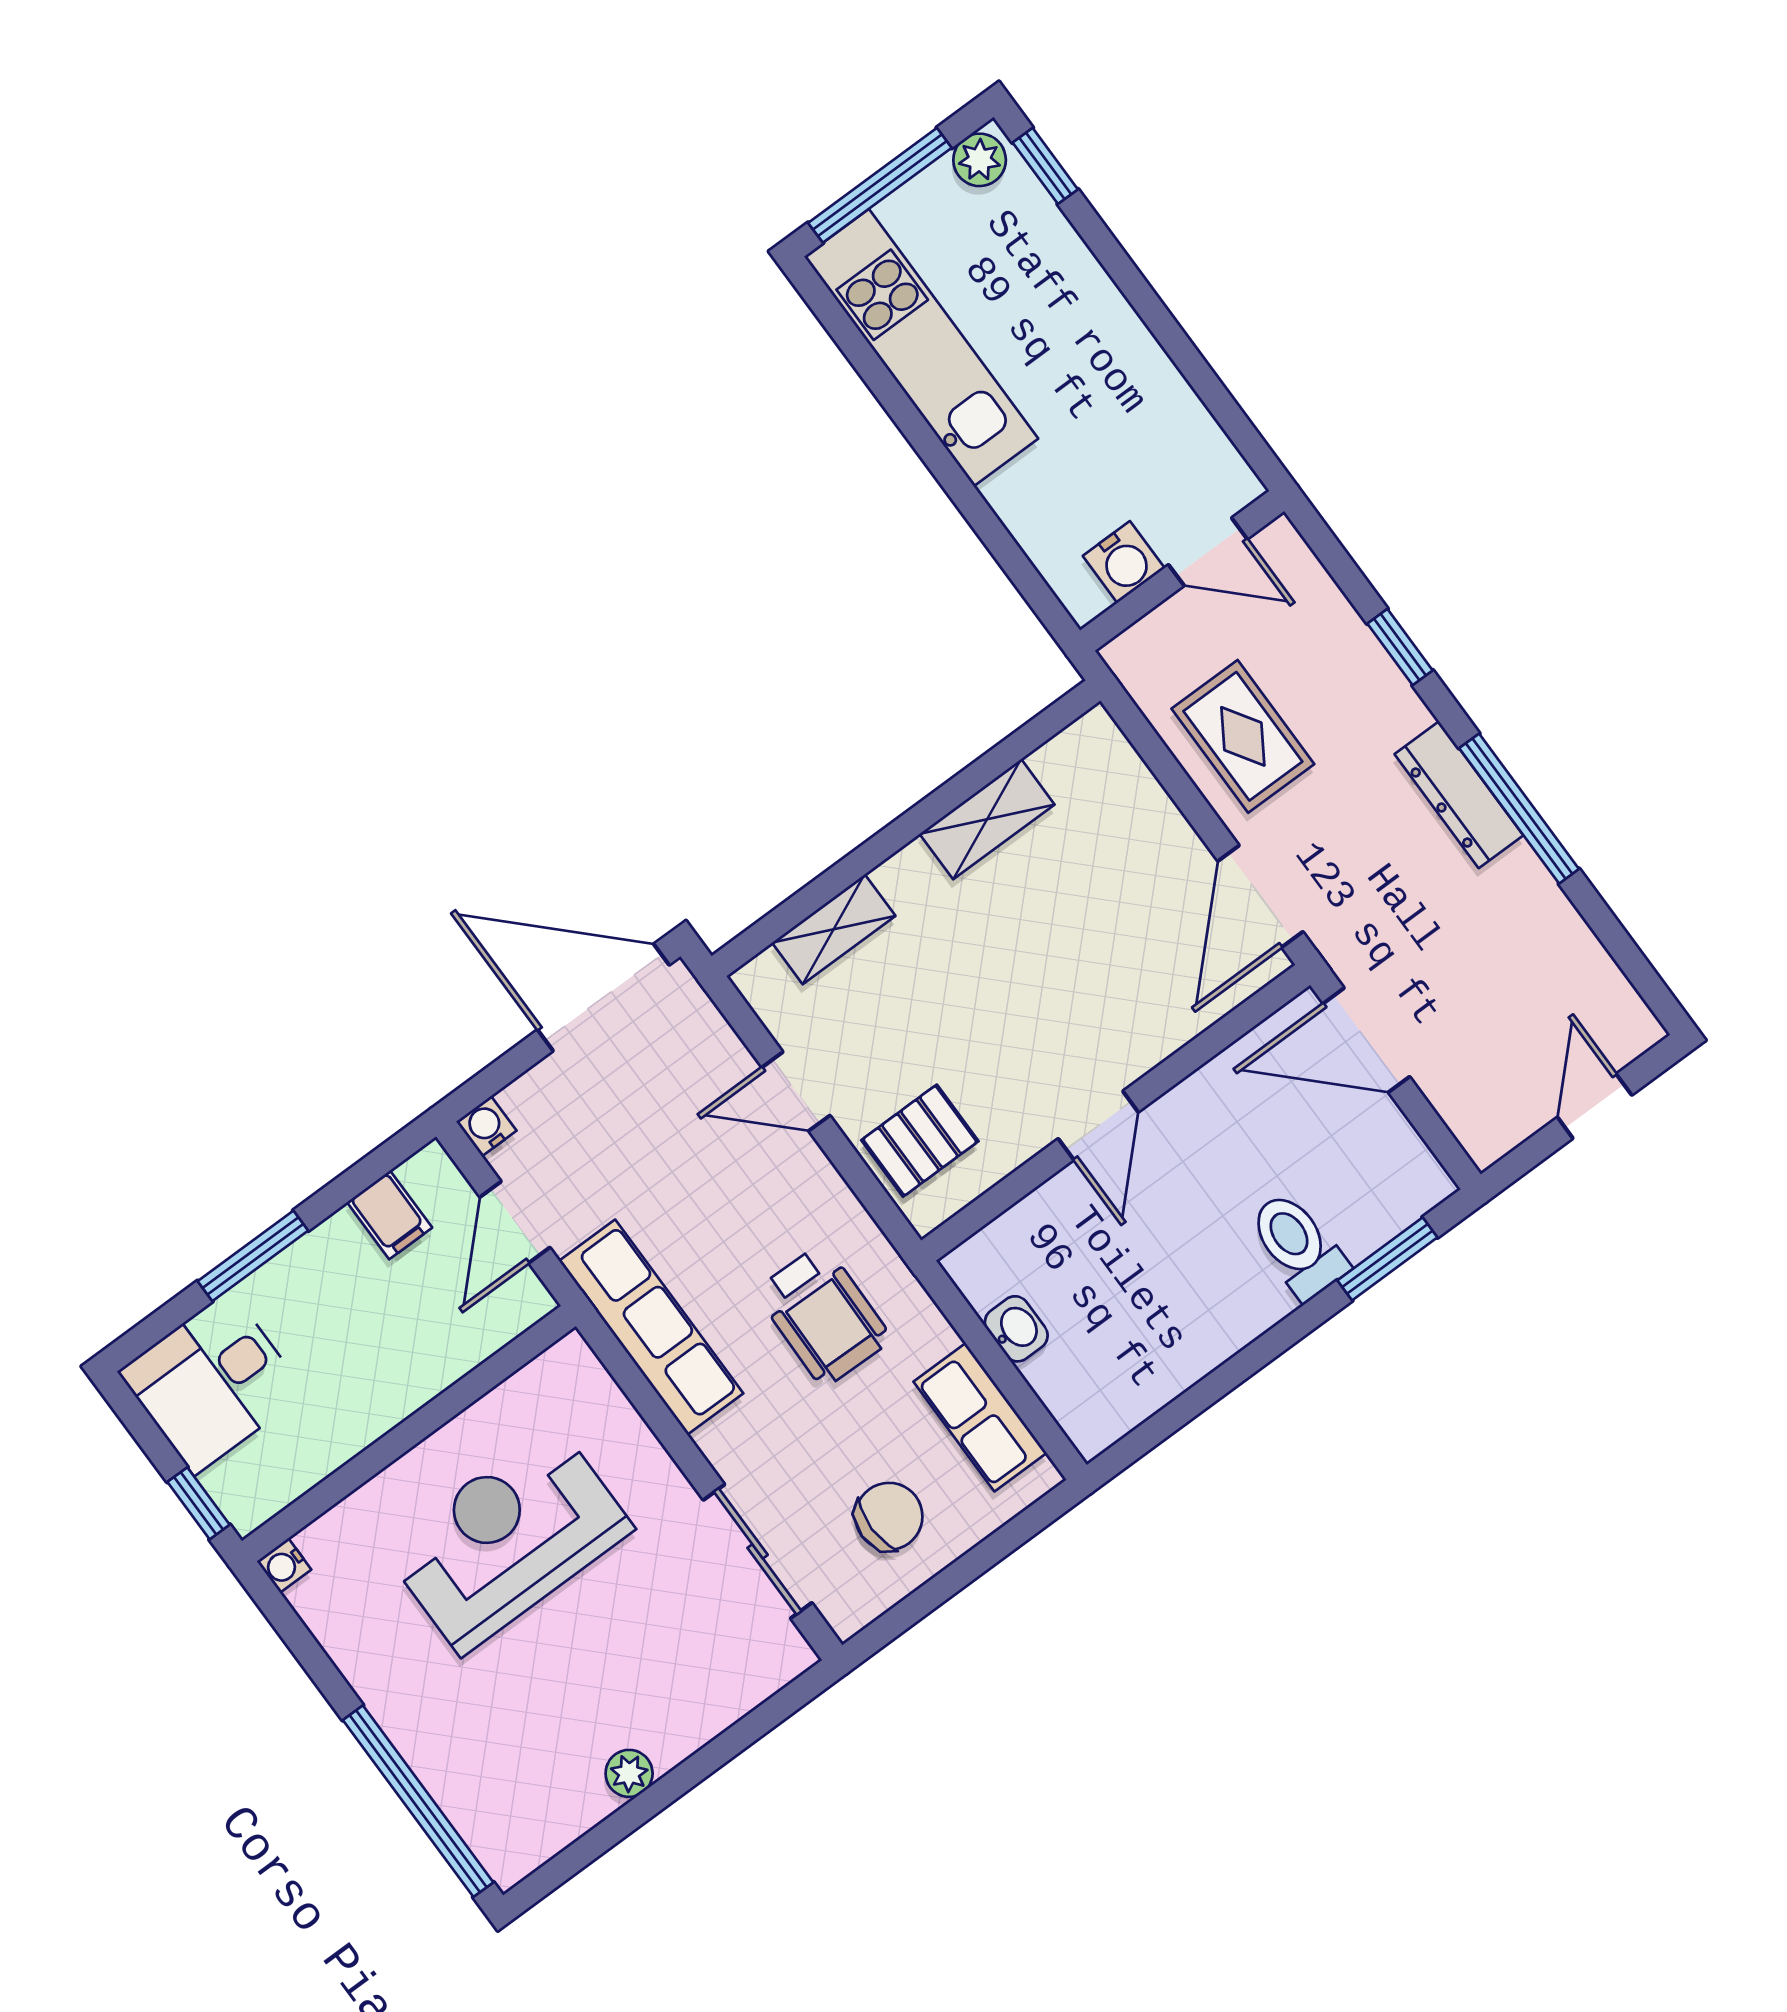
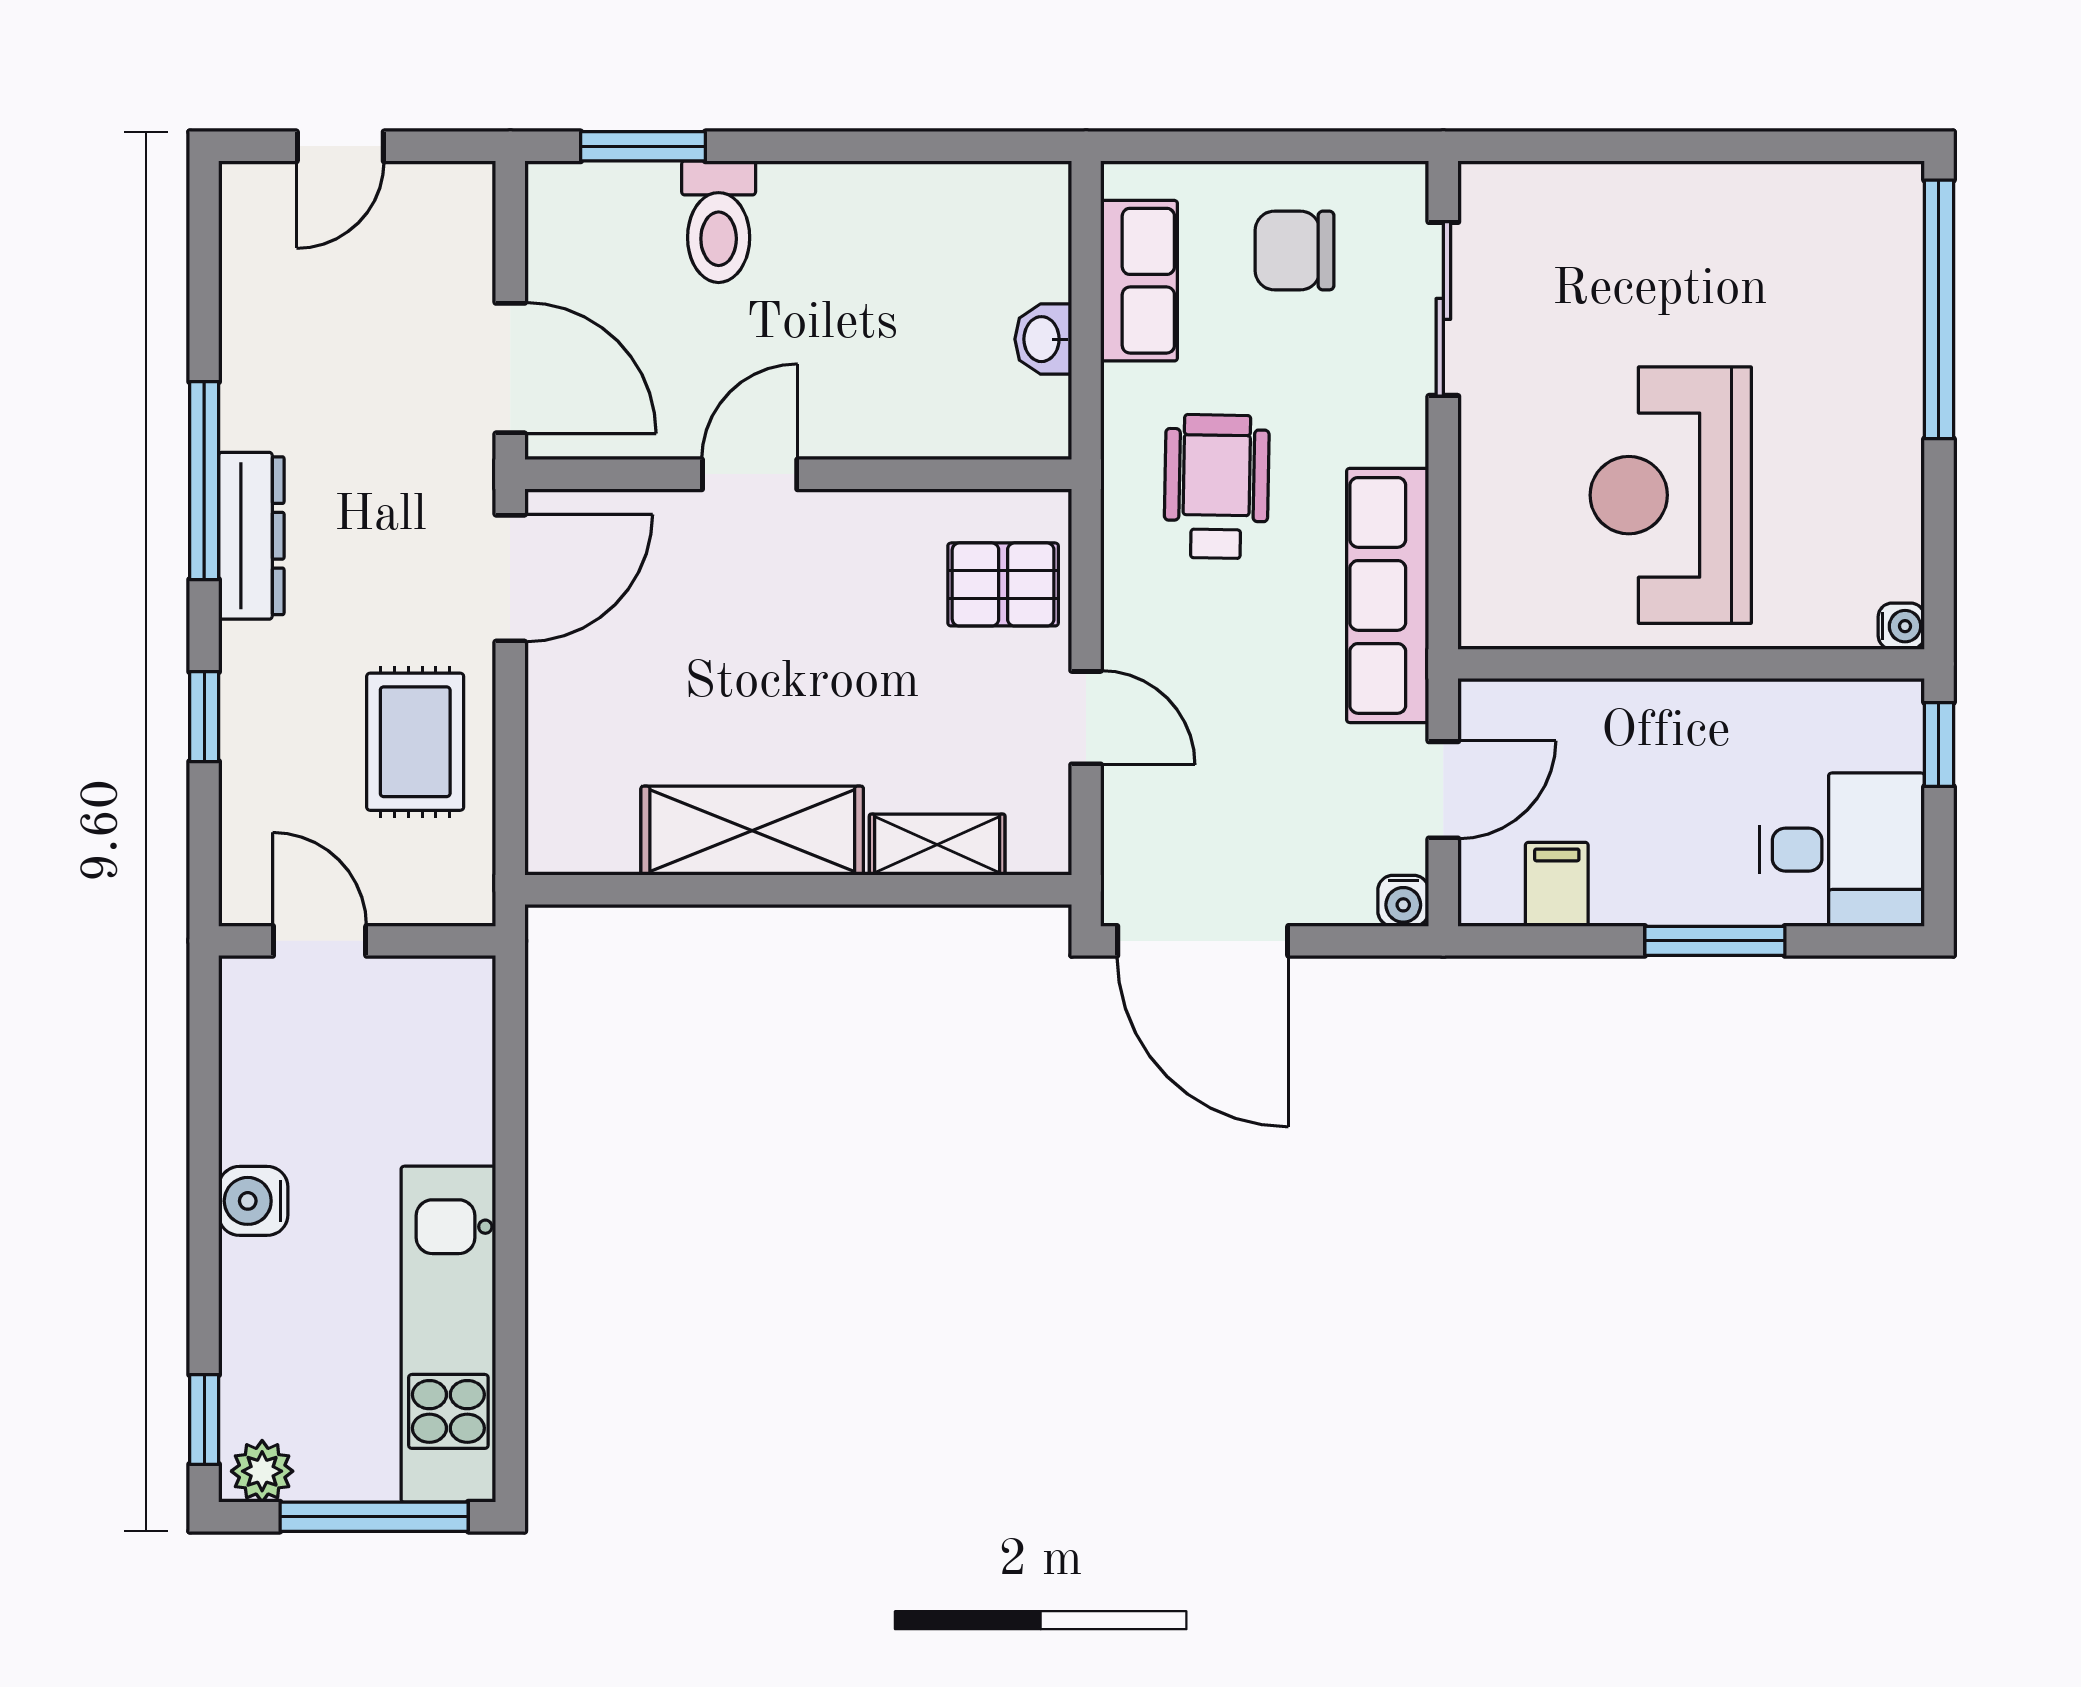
water cooler: (1124, 562) -> (253, 1201), moved, turned -90
shelving: (987, 819) -> (752, 831), width x1.50, depth x1.33
door: (1098, 1125) -> (750, 474), moved
reception desk: (508, 1539) -> (1671, 495), turned 90
plant: (629, 1773) -> (1720, 189), removed

